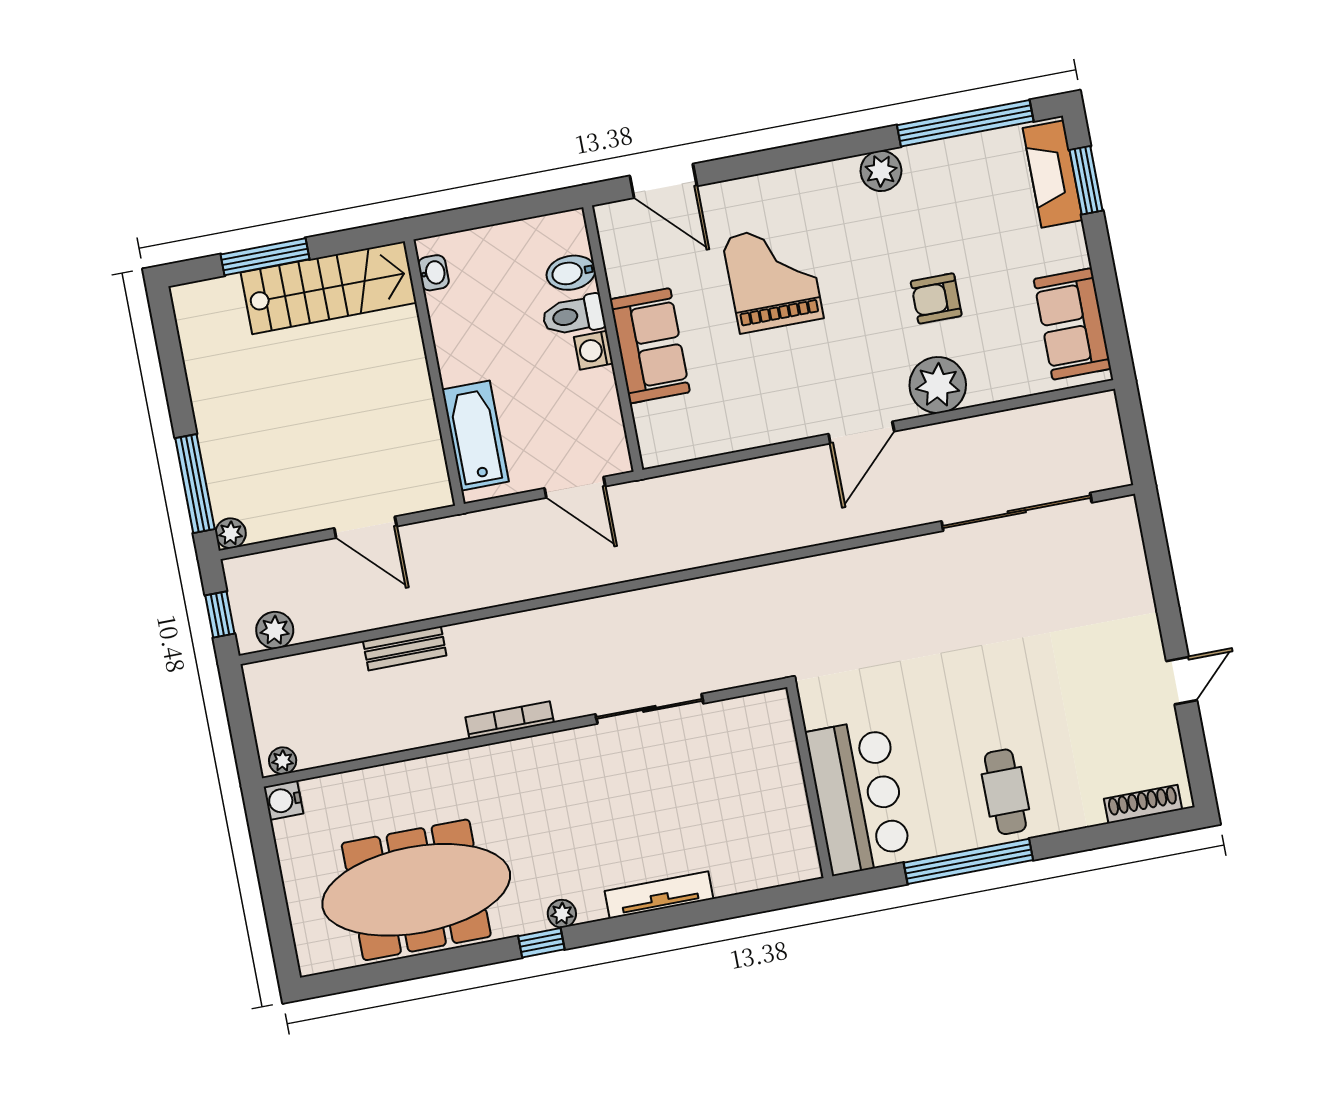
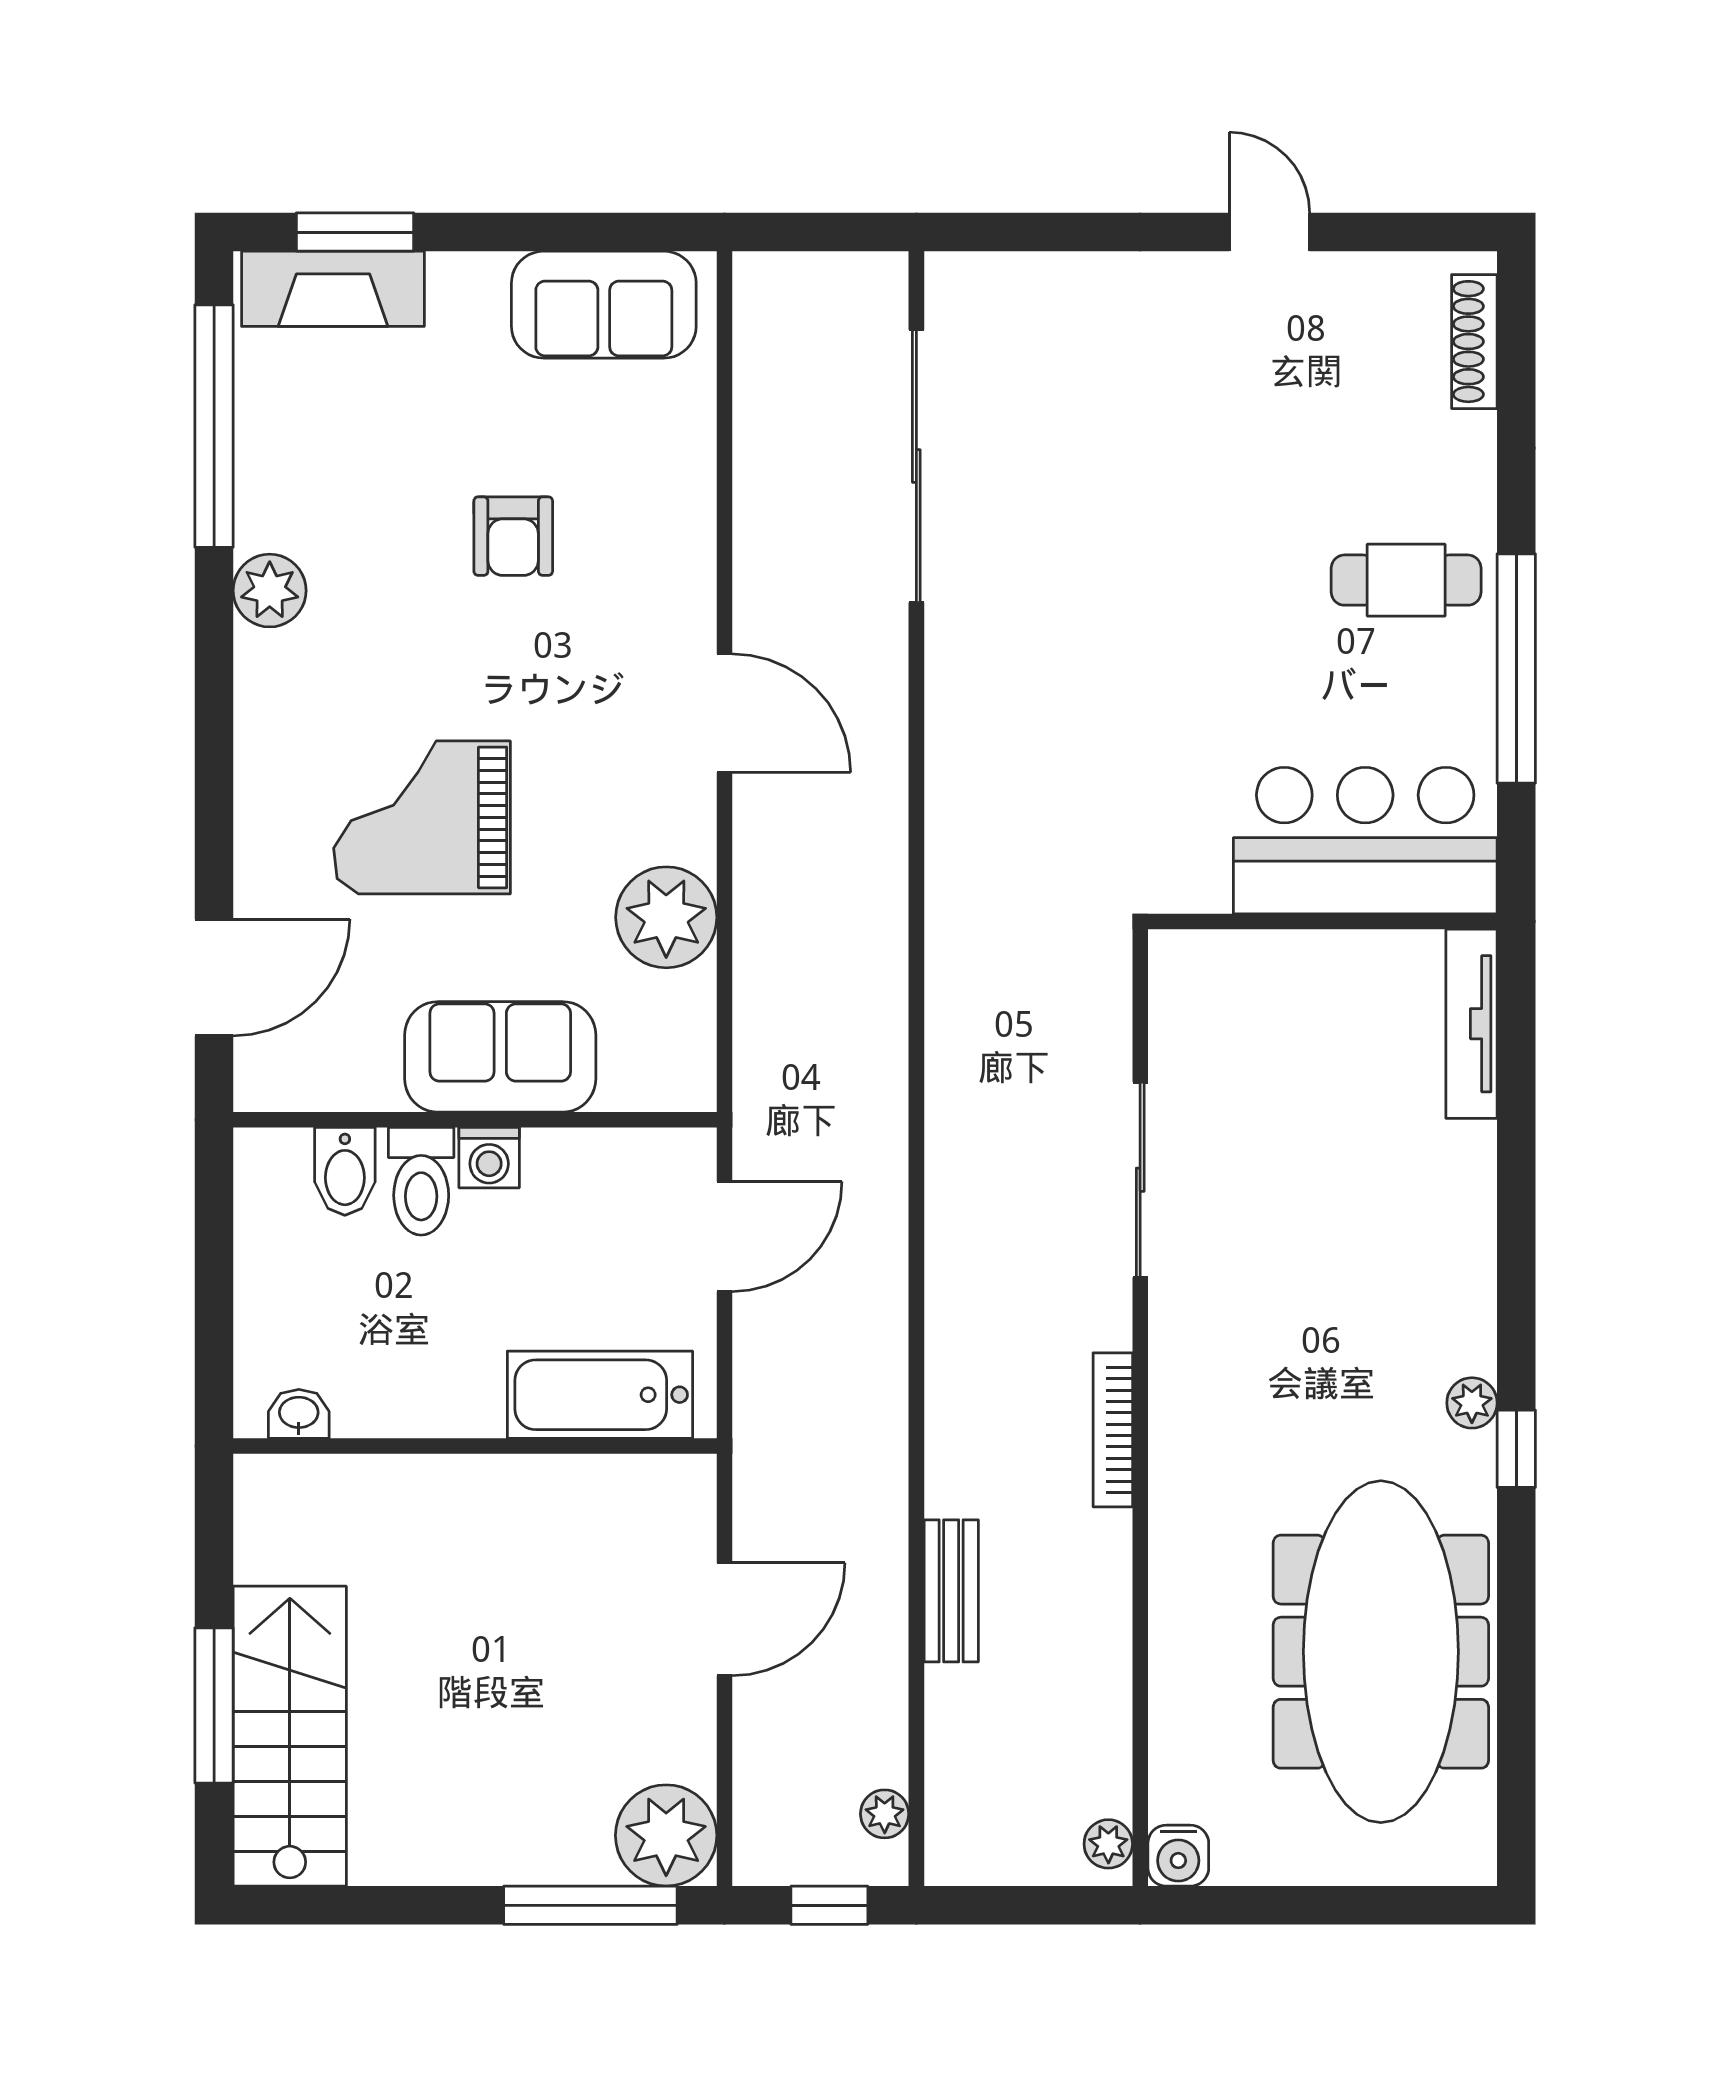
stairs: (329, 288) -> (290, 1736), moved
plant: (938, 385) -> (666, 917), moved
plant: (231, 533) -> (666, 1835), width x1.88, depth x1.88
plant: (275, 630) -> (885, 1814), width x0.73, depth x0.73
tv unit: (659, 895) -> (1471, 1024), moved

